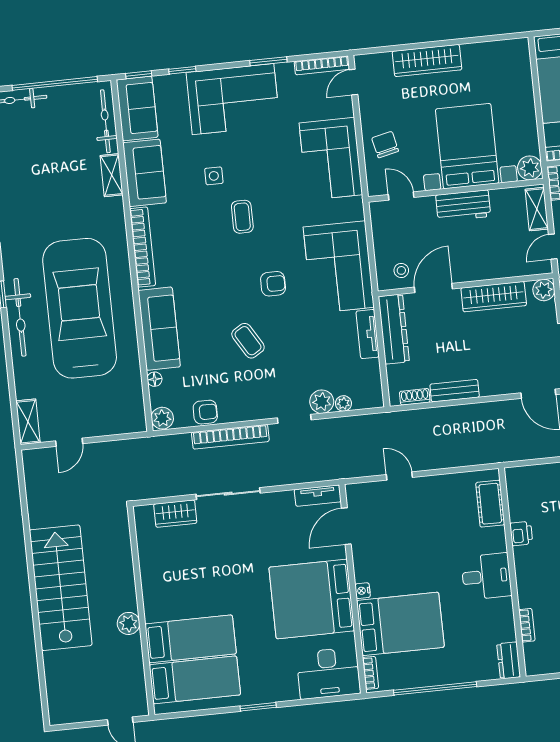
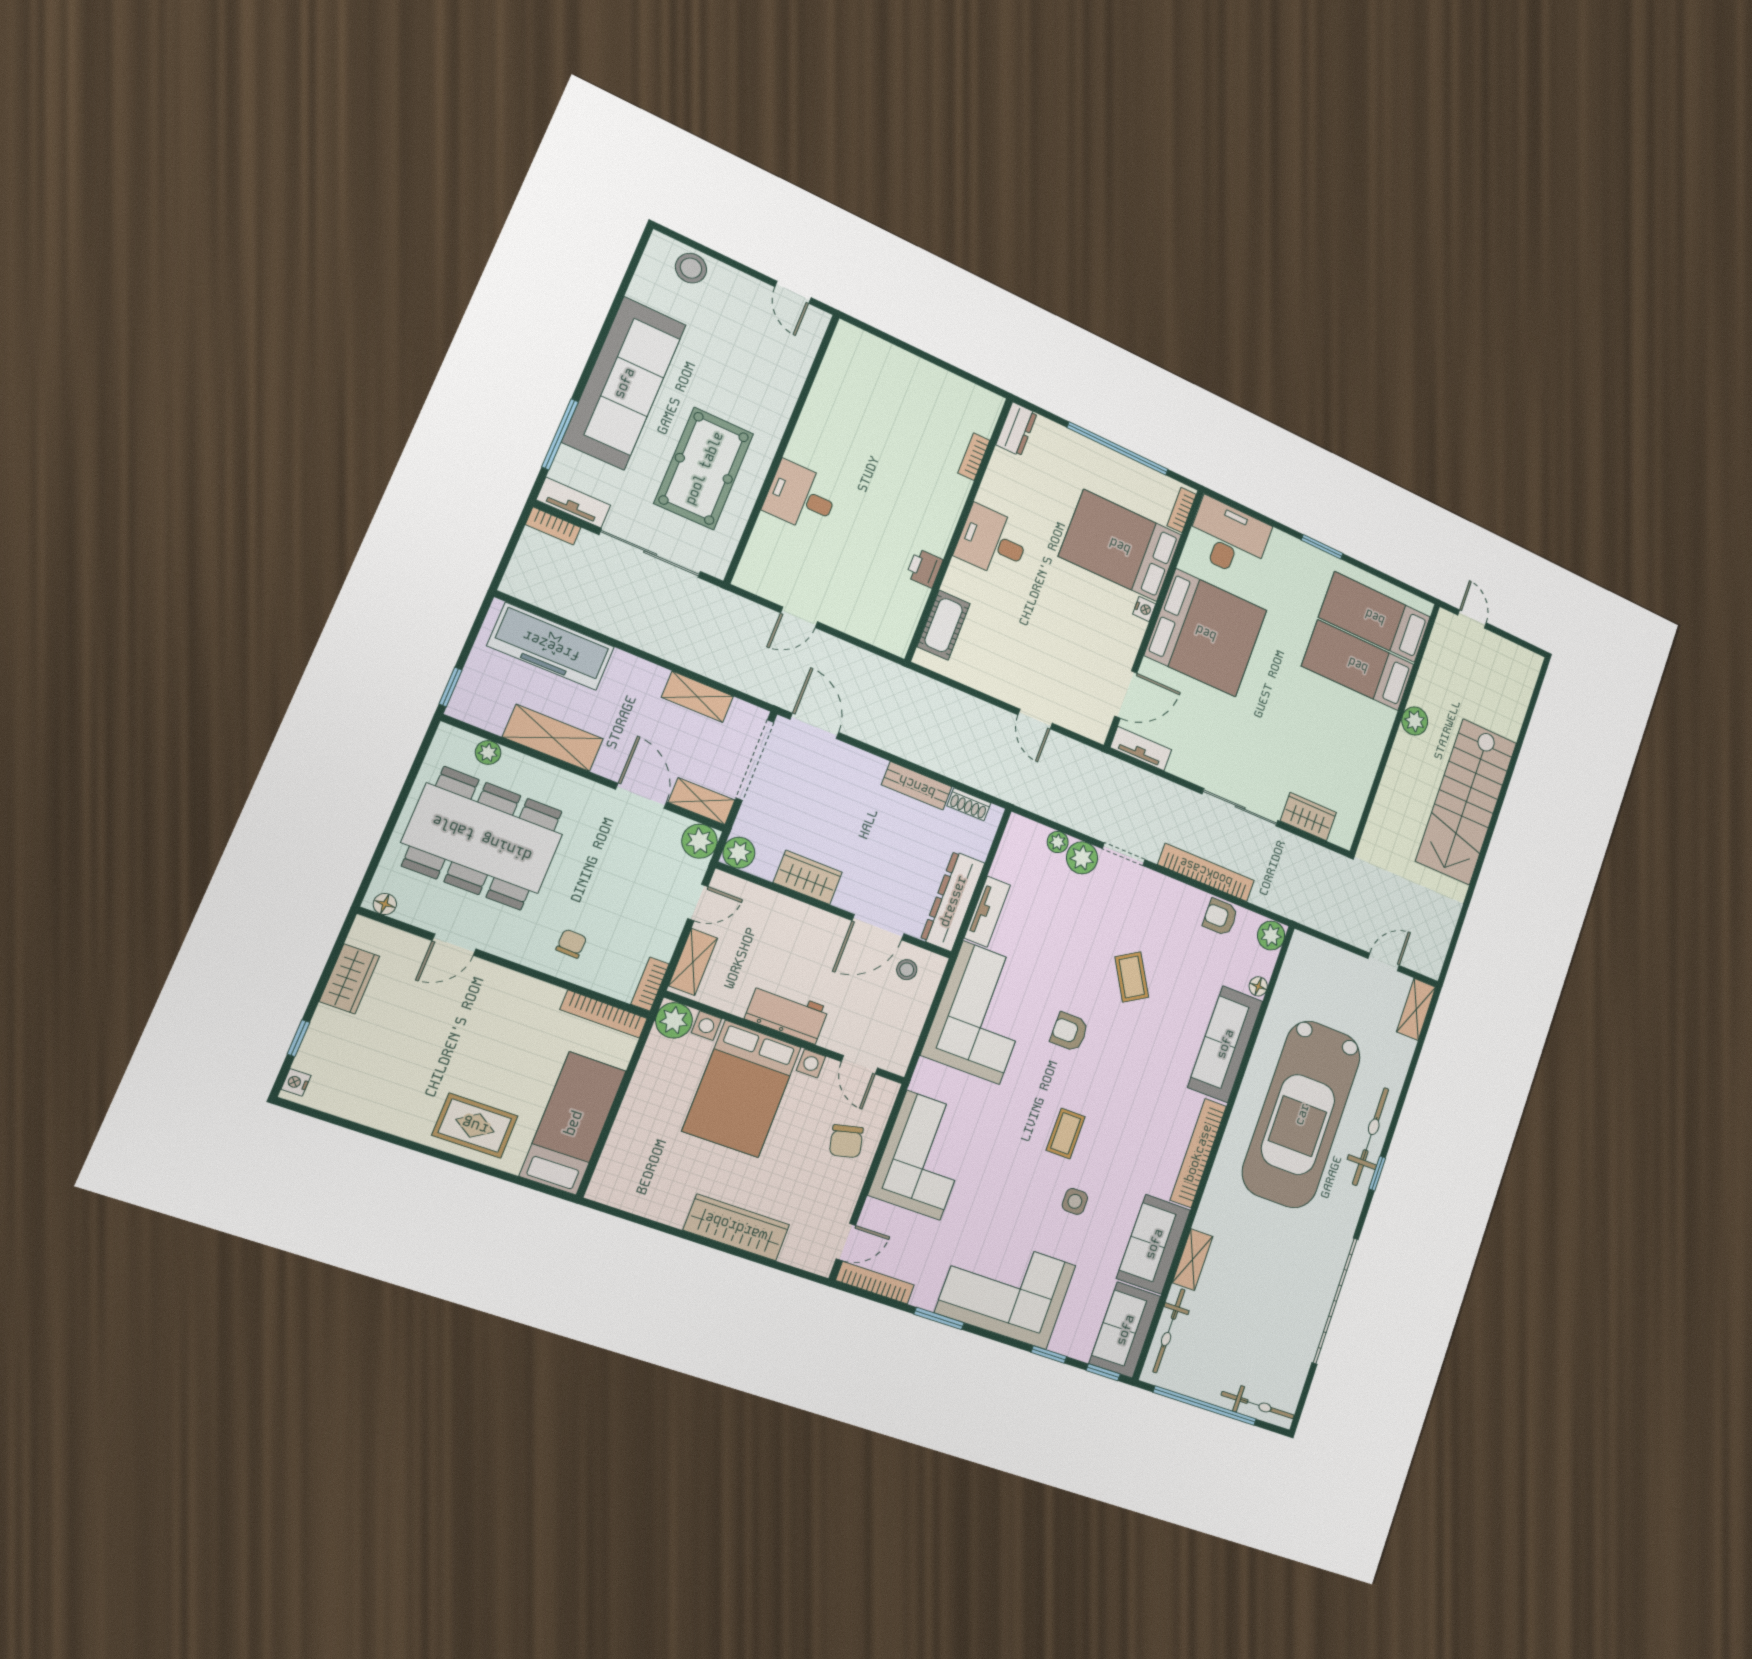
wardrobe: (494, 297) -> (808, 877), width x0.67

